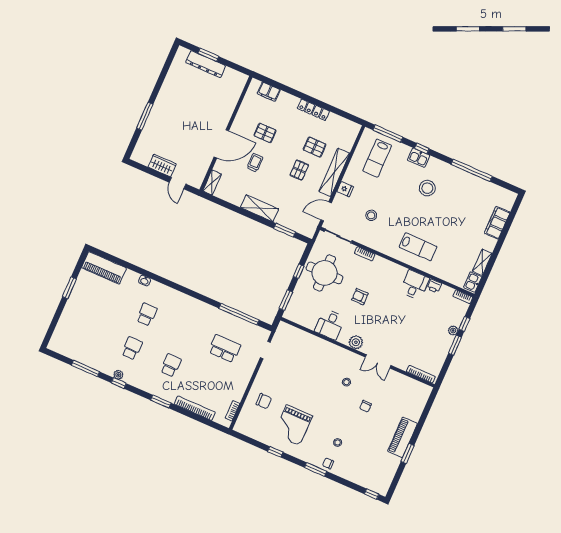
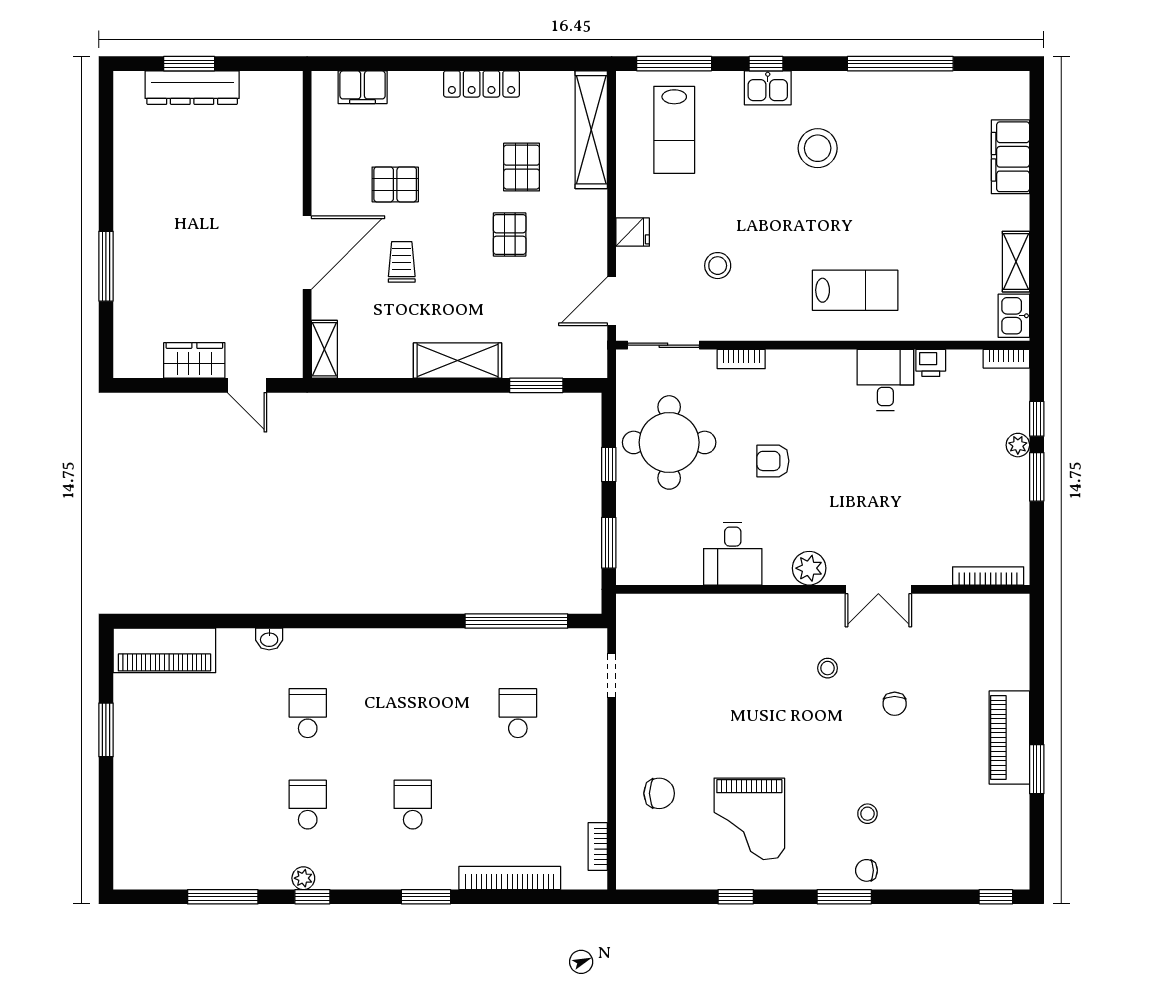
pallet: (315, 147) -> (522, 167), turned 90
shelving: (334, 172) -> (591, 130), moved
school desk: (225, 349) -> (518, 713), width x0.54

